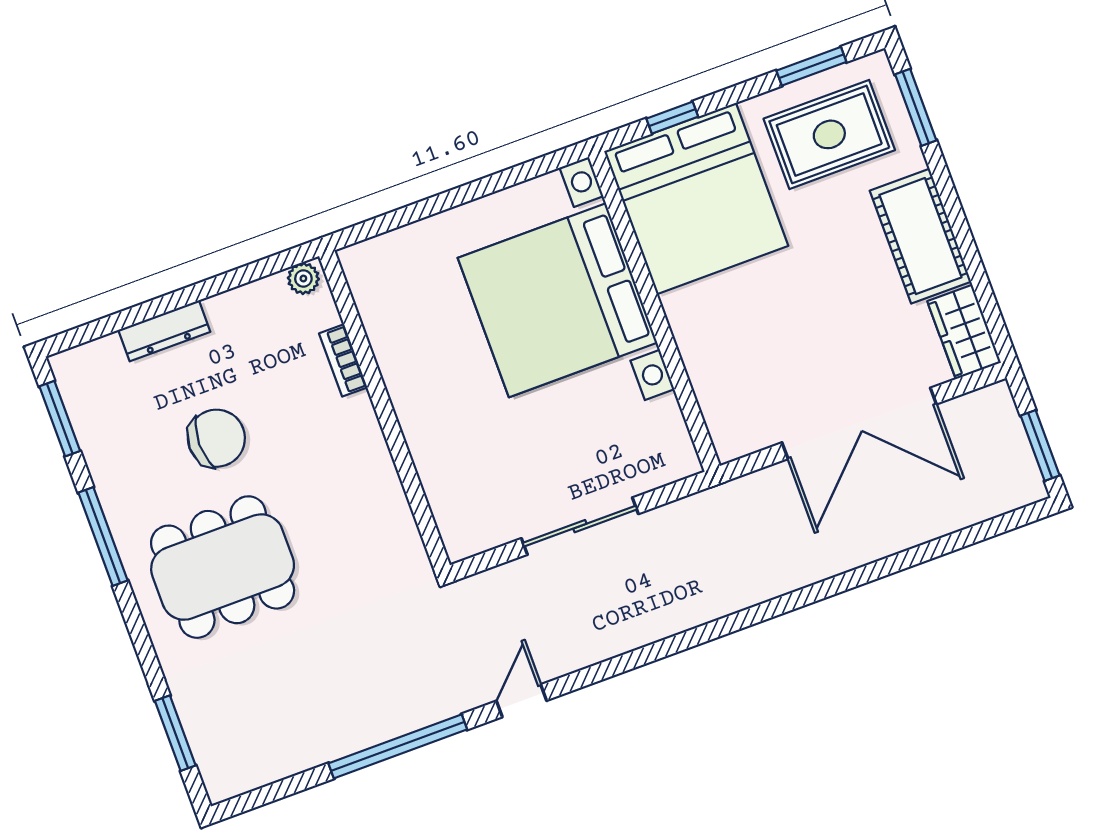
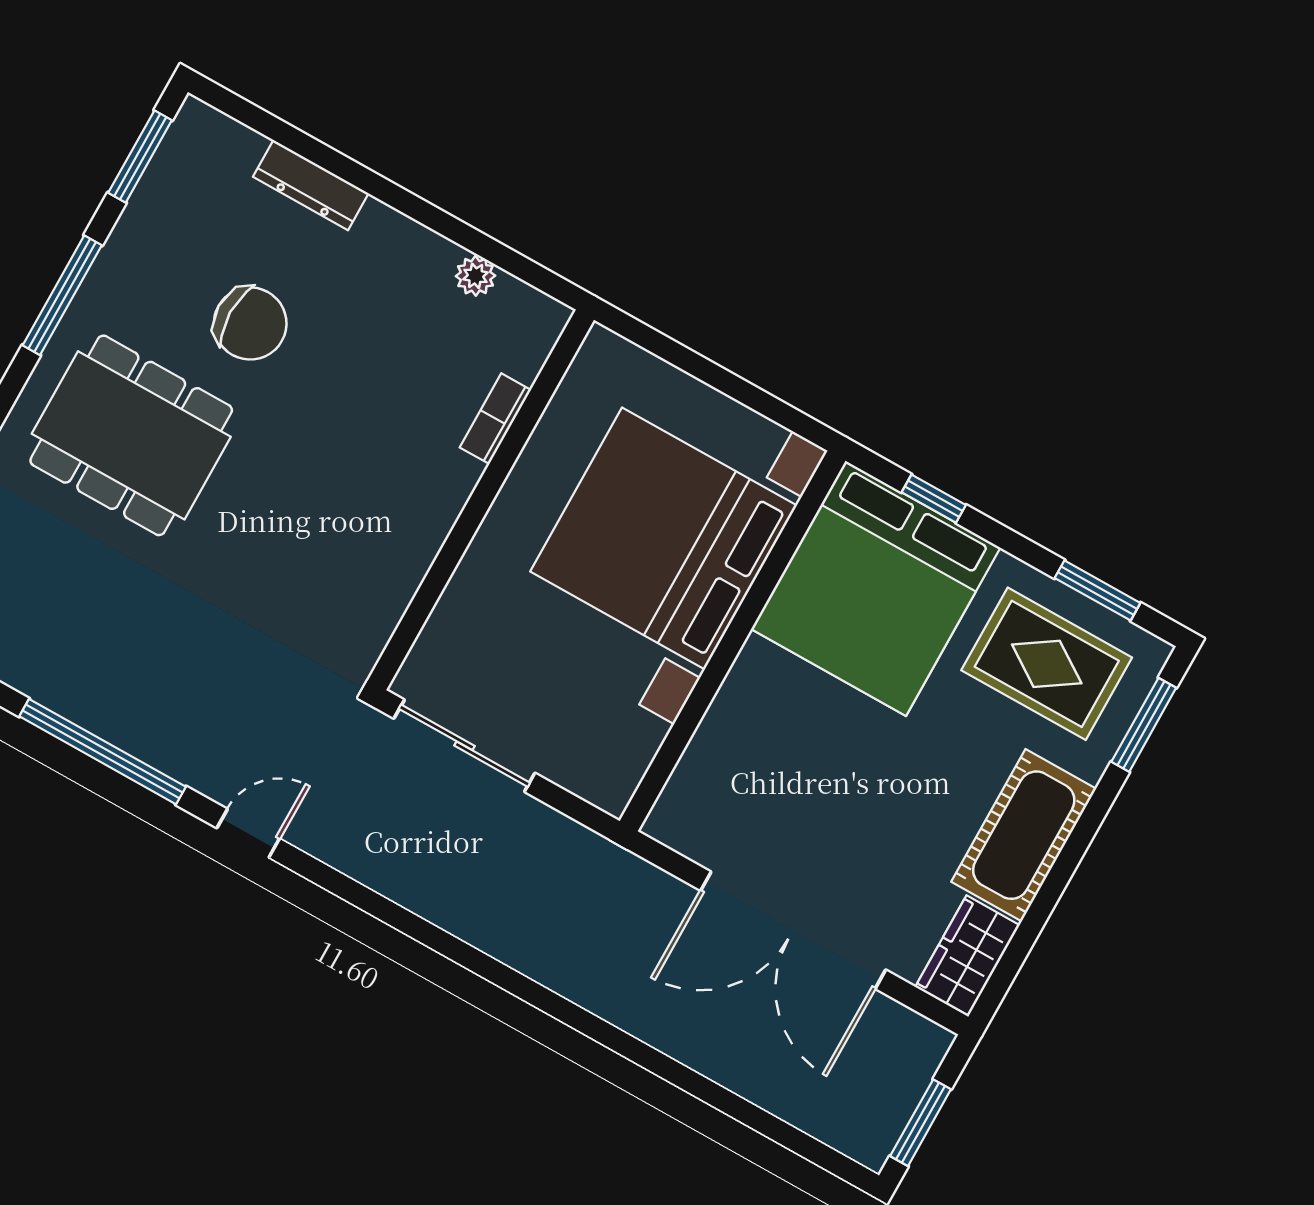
bookcase: (343, 360) -> (495, 419), moved
wall: (384, 411) -> (481, 500), moved

